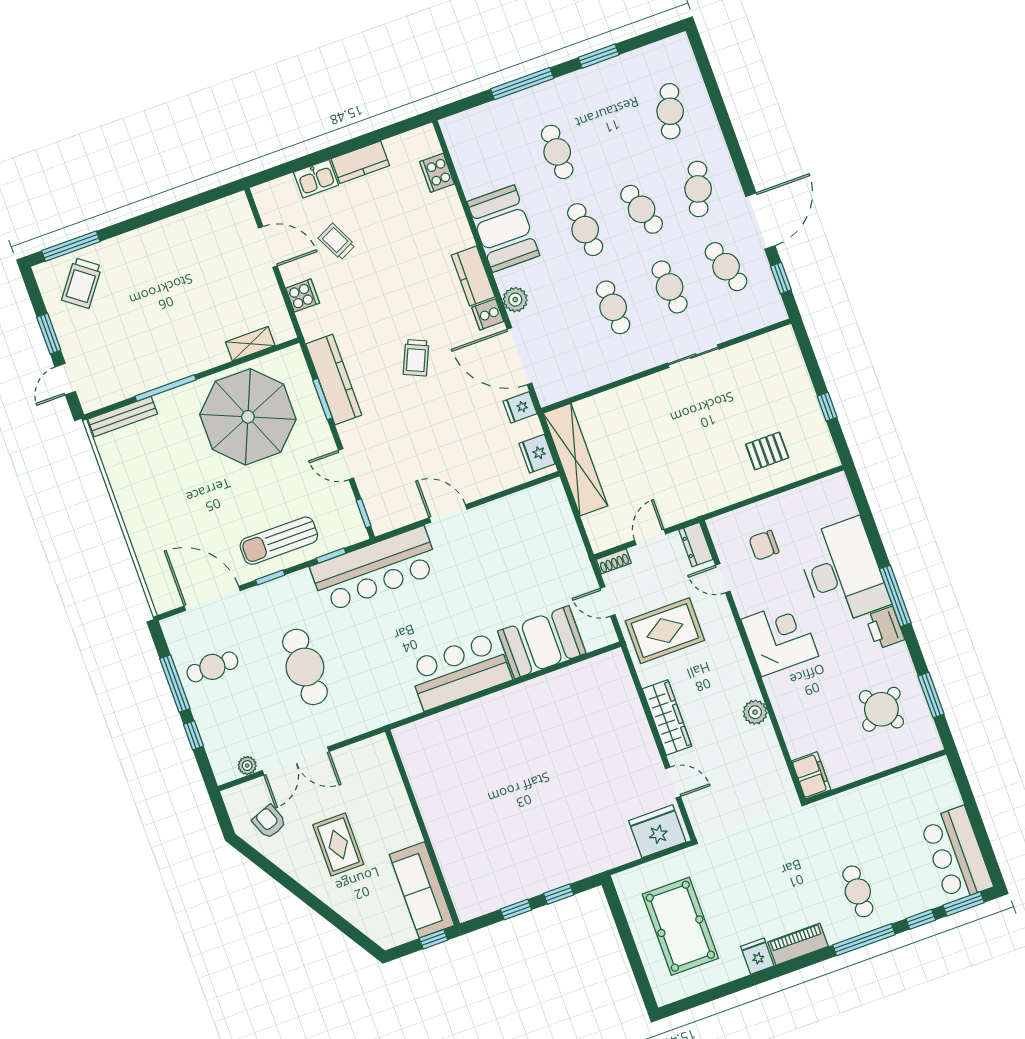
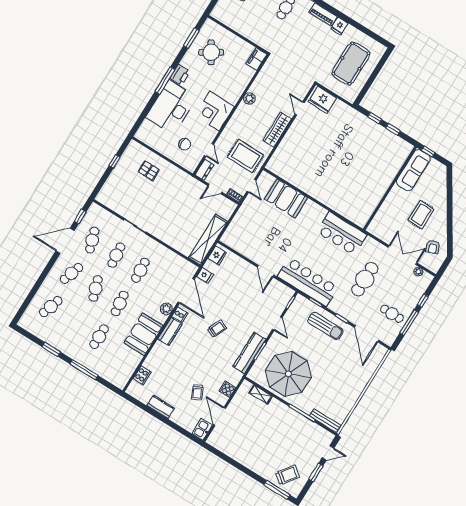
kitchen sink: (316, 179) -> (202, 429), moved, turned -90
bar counter: (460, 671) -> (342, 233), moved

